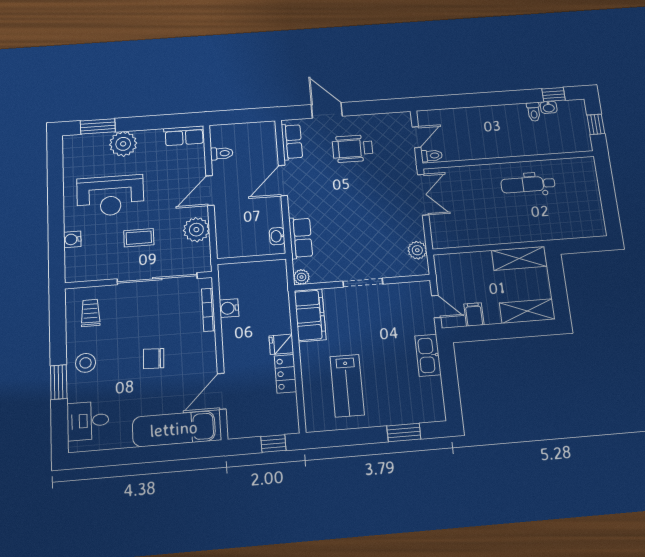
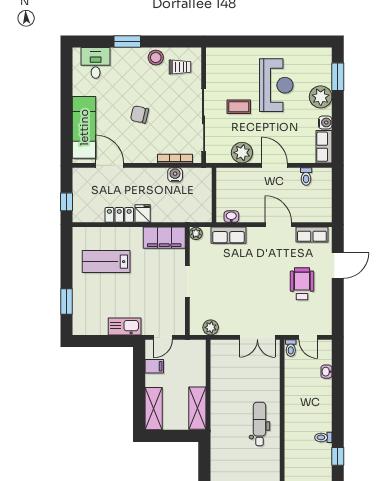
washbasin: (549, 107) -> (326, 372), moved
reception desk: (110, 196) -> (276, 85), turned 180
coffee table: (139, 238) -> (239, 107), turned 90
water cooler: (72, 239) -> (325, 123), moved, turned 90
chair: (154, 359) -> (140, 114), turned -79
stool: (86, 363) -> (156, 58), moved

